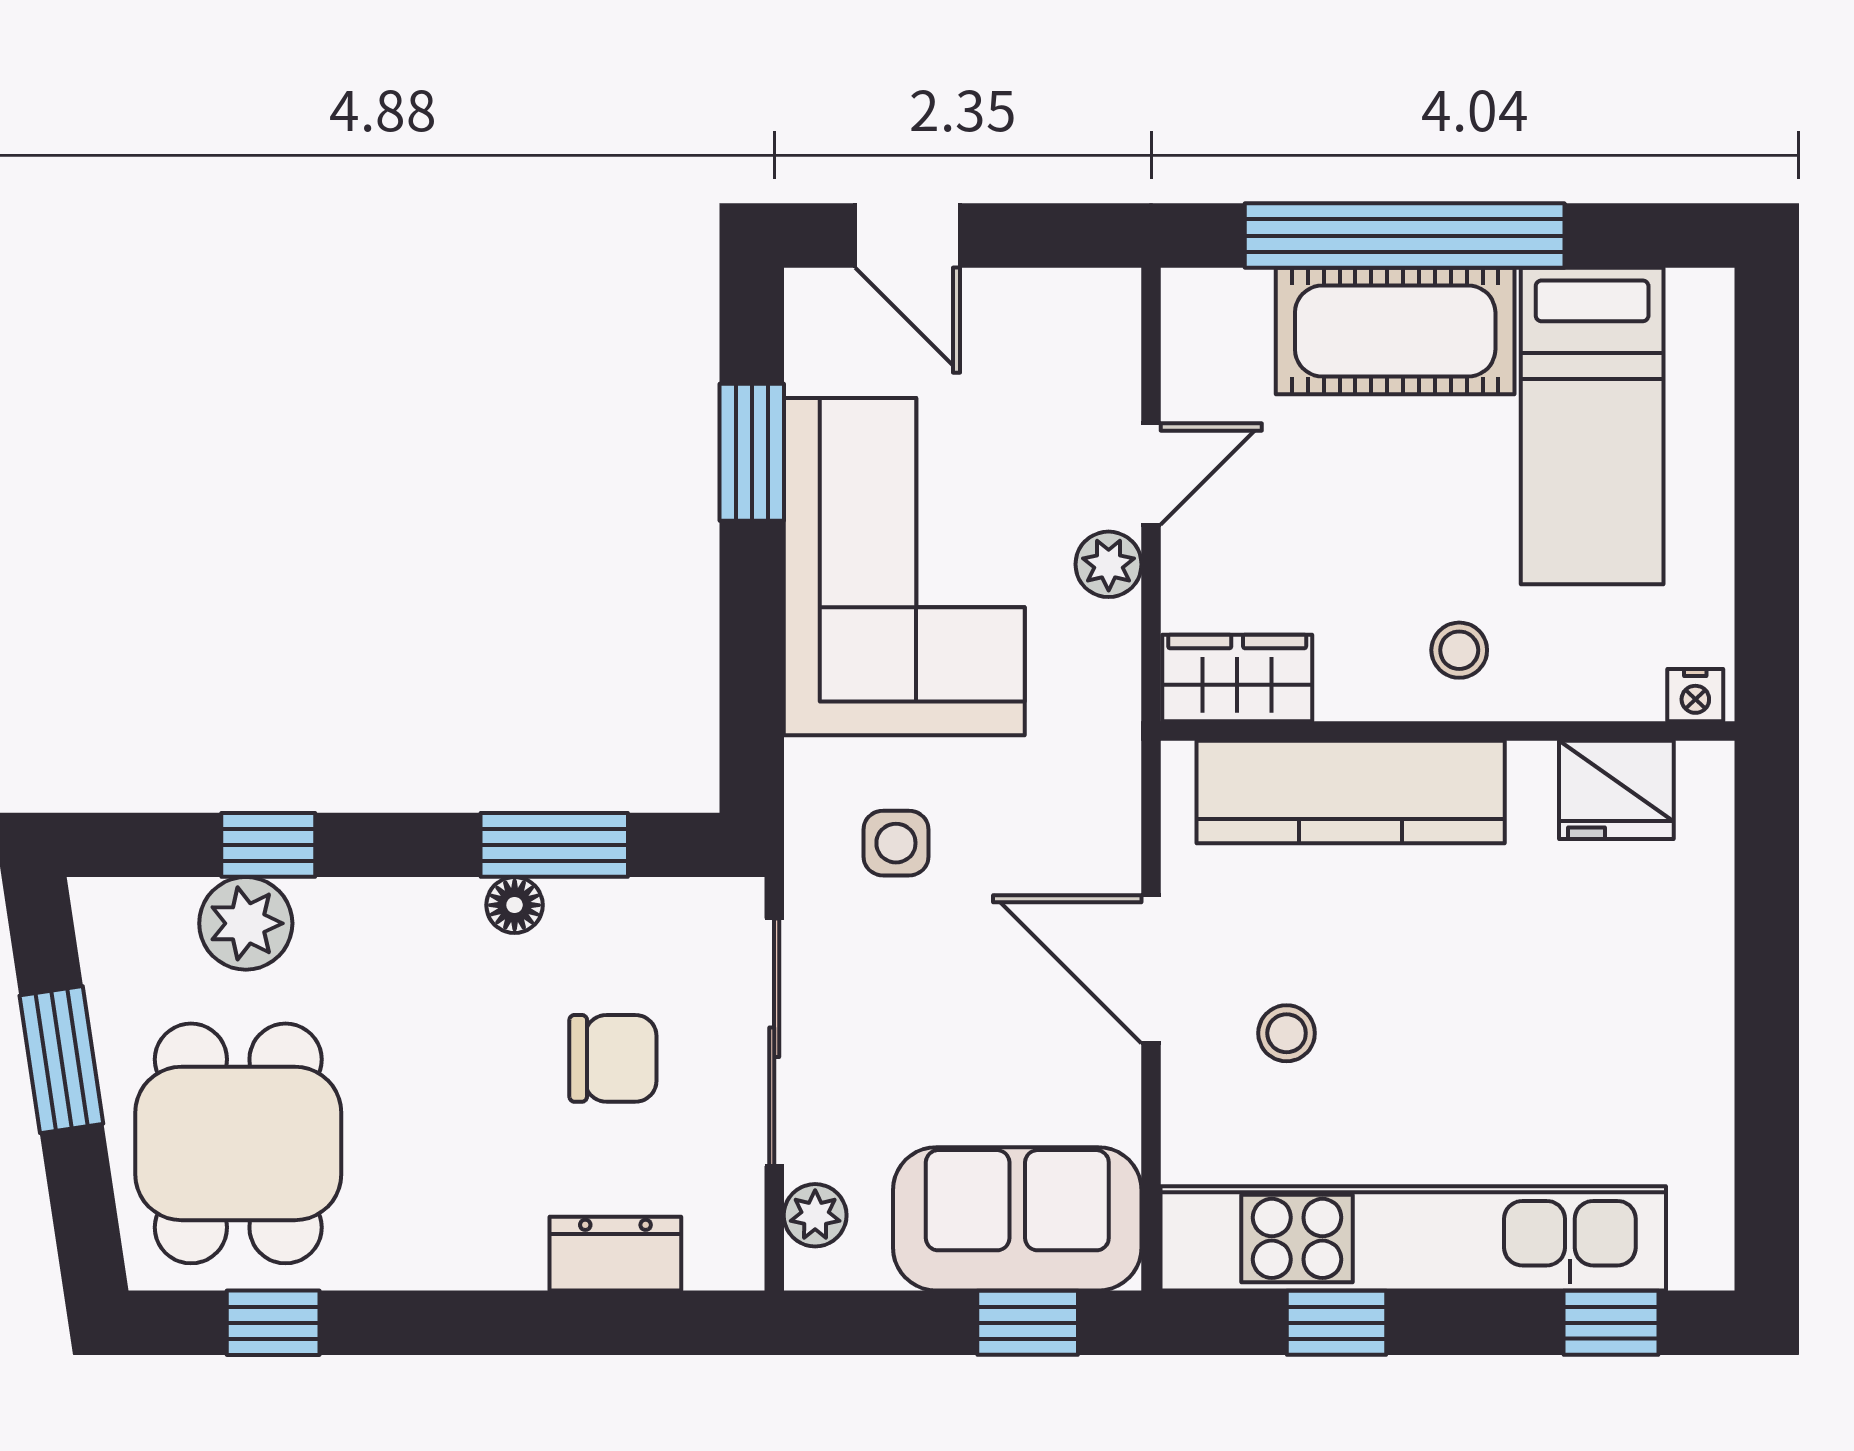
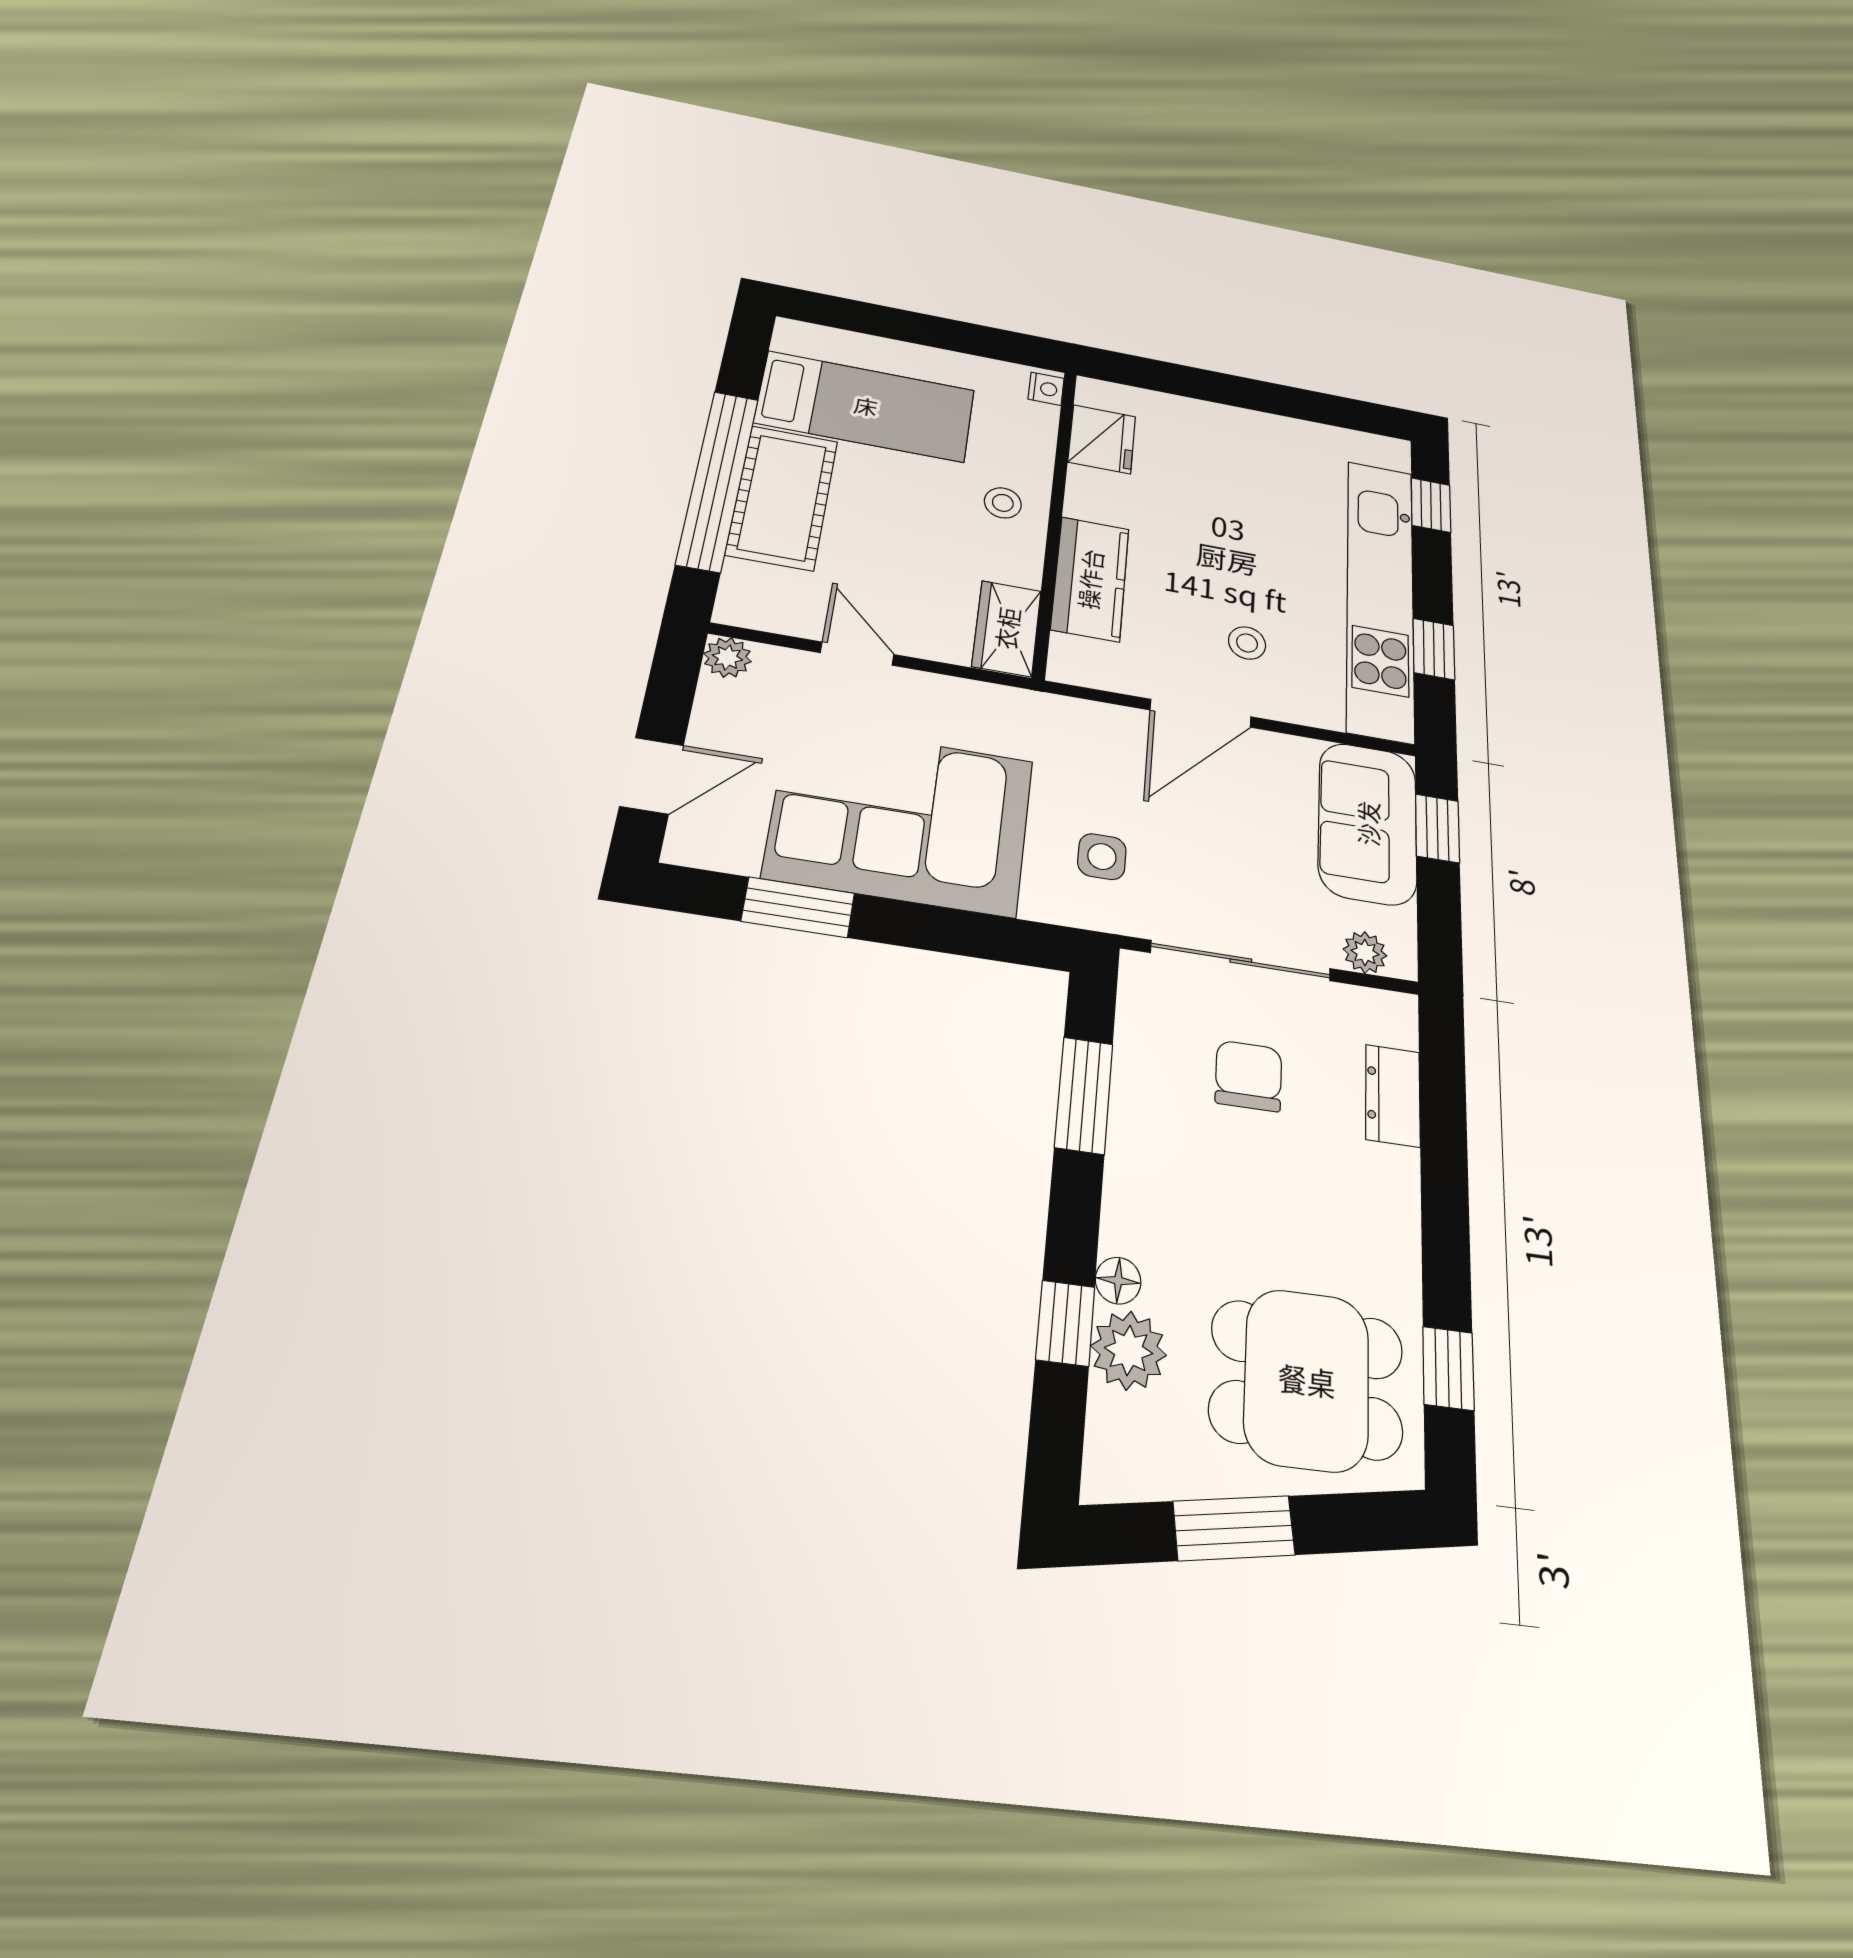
plant: (1109, 564) -> (727, 657), moved
kitchen counter: (1351, 792) -> (1090, 579), width x0.67
floor lamp: (515, 905) -> (1118, 1281), moved

